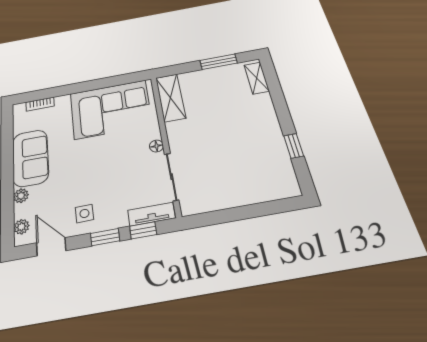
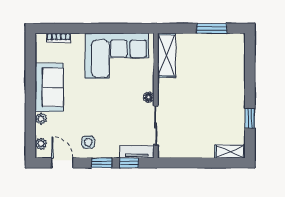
shelving: (257, 78) -> (230, 151), moved, turned 90

